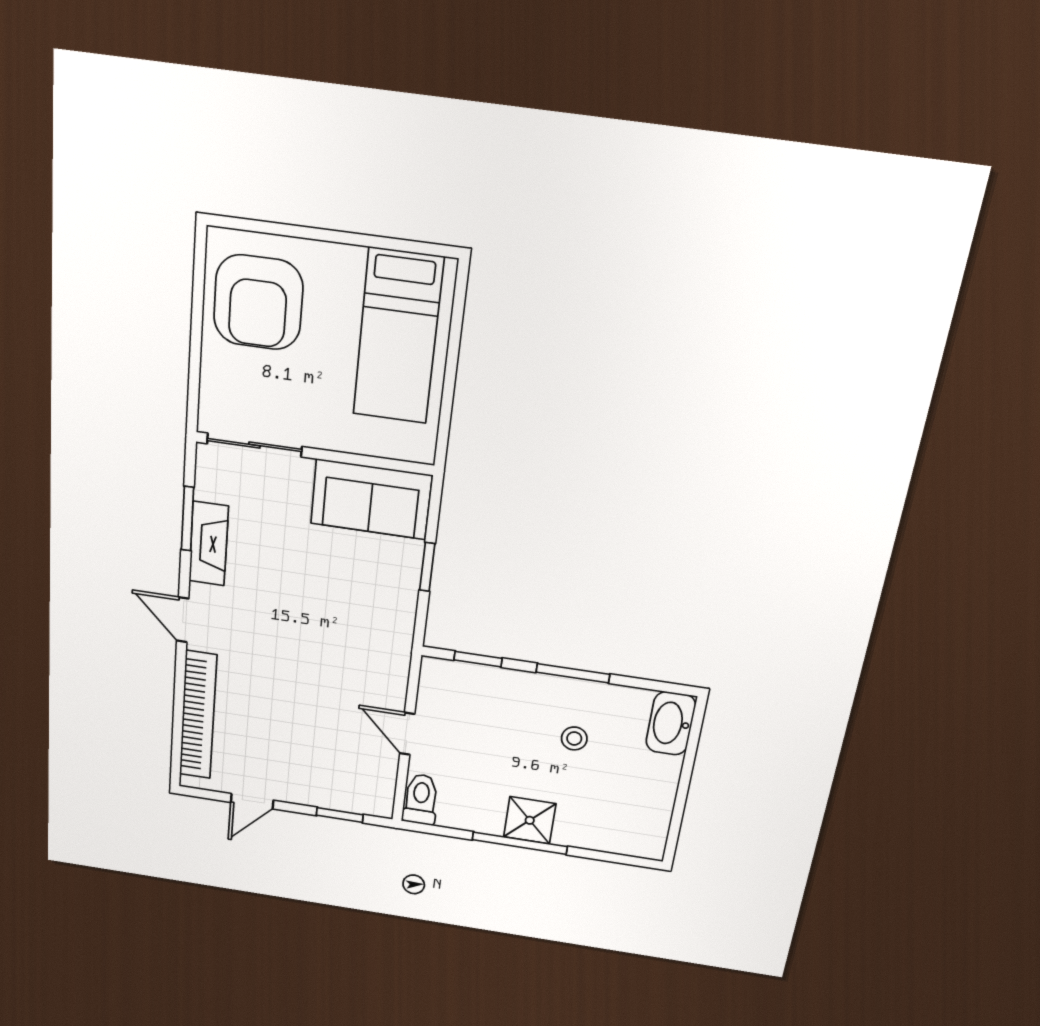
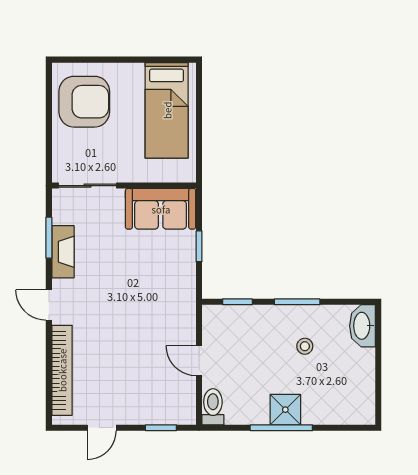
armchair: (258, 302) -> (84, 102), turned -90

